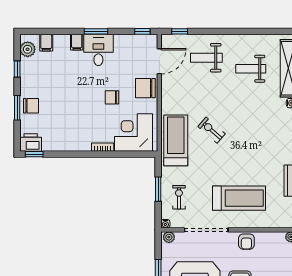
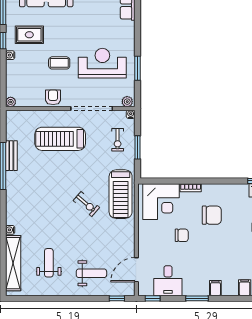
desk: (98, 50) -> (168, 281), moved
weight bench: (251, 69) -> (49, 263), turned -90
chair: (145, 88) -> (212, 215), moved

